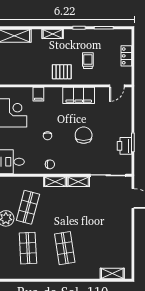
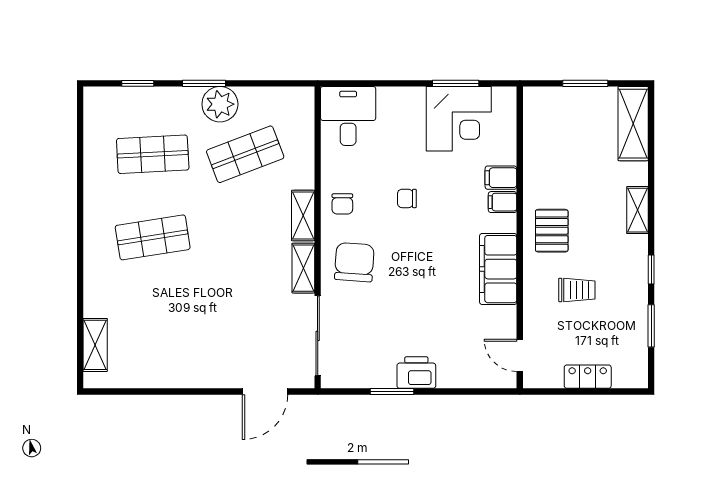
filing cabinet: (49, 93) -> (503, 202), added
chair: (84, 135) -> (354, 262), moved, turned -86
printer: (124, 146) -> (416, 373), moved
shop shelf: (28, 207) -> (245, 154), turned -36

